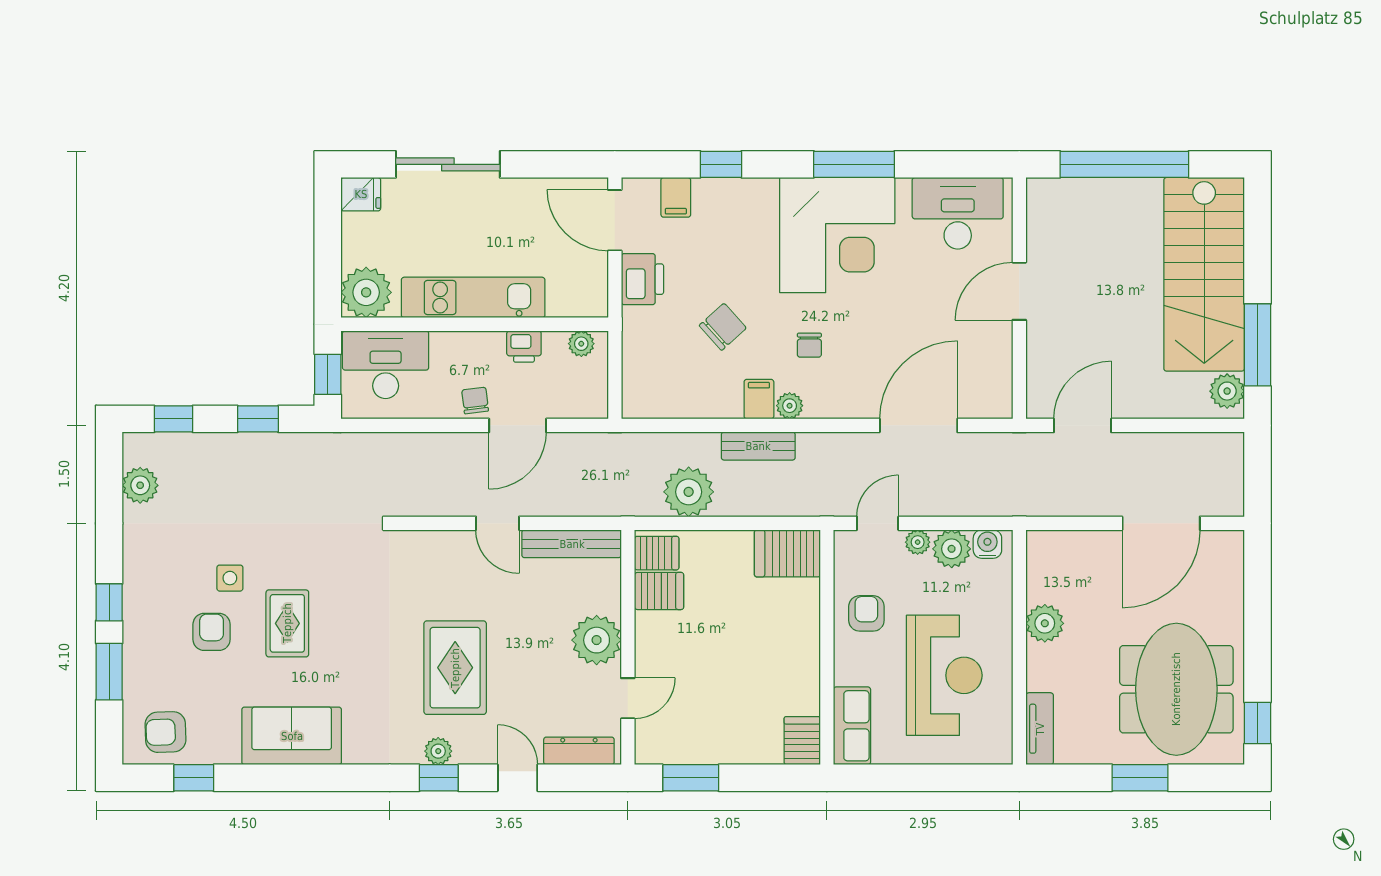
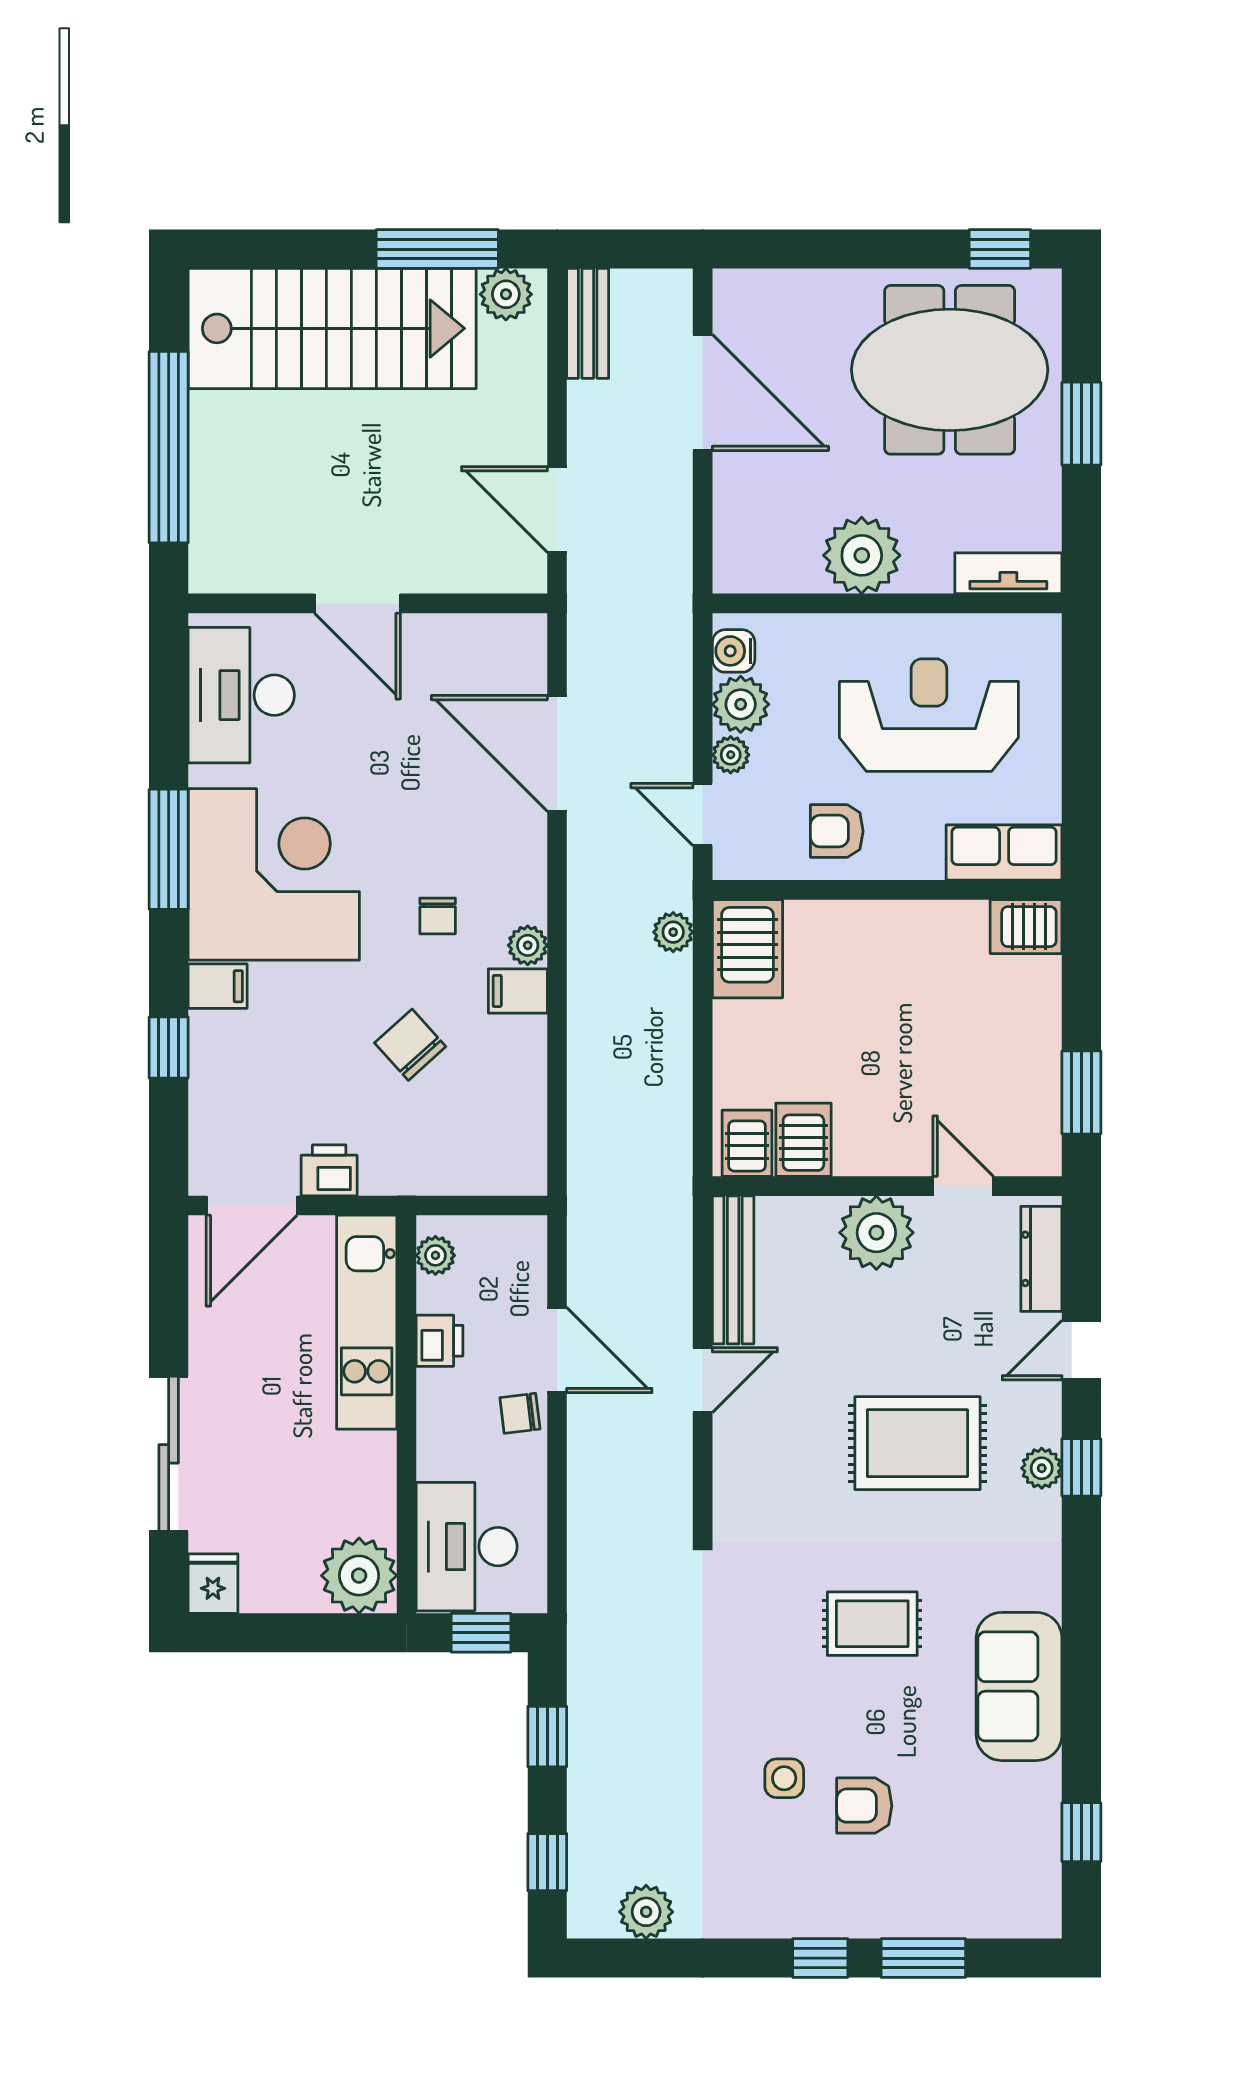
filing cabinet: (676, 197) -> (218, 986), moved
printer: (642, 279) -> (329, 1170), width x0.73, depth x0.81
kitchen unit: (473, 297) -> (367, 1322), moved
chair: (809, 345) -> (438, 916), turned 90
bench: (758, 446) -> (588, 323), moved
plant: (689, 492) -> (673, 932), moved, width x0.53, depth x0.53
rug: (287, 623) -> (872, 1624), moved
plant: (1045, 623) -> (862, 555), width x1.36, depth x1.36
armchair: (165, 732) -> (1013, 1874), removed

